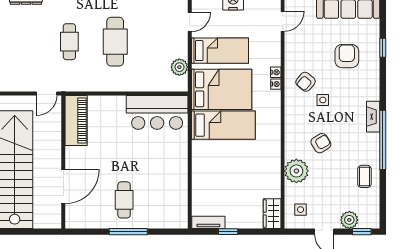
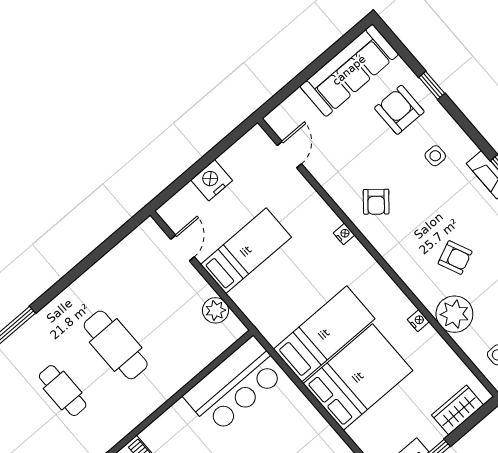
armchair: (347, 56) -> (399, 110), moved
nightstand: (276, 72) -> (418, 321), moved
bed: (222, 89) -> (358, 377), moved
side table: (323, 100) -> (435, 156), moved
armchair: (321, 143) -> (455, 258), turned 97
wardrobe: (272, 214) -> (458, 410), moved, turned 90

